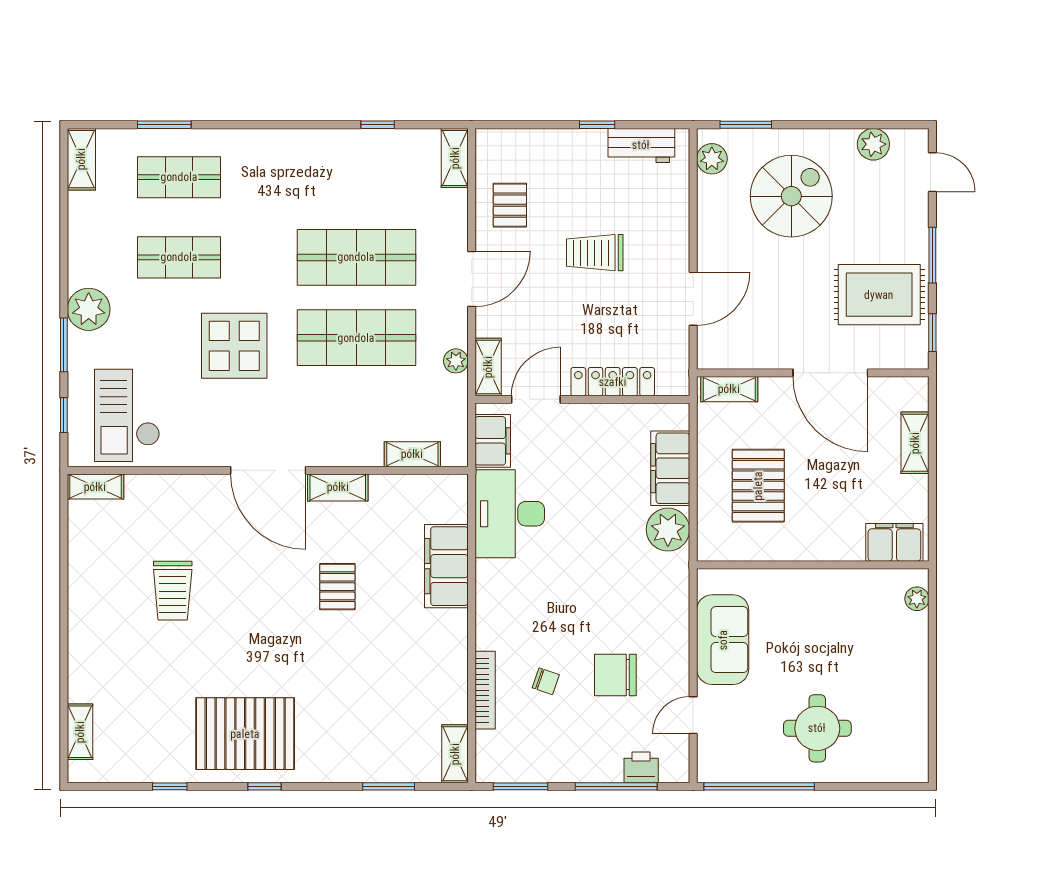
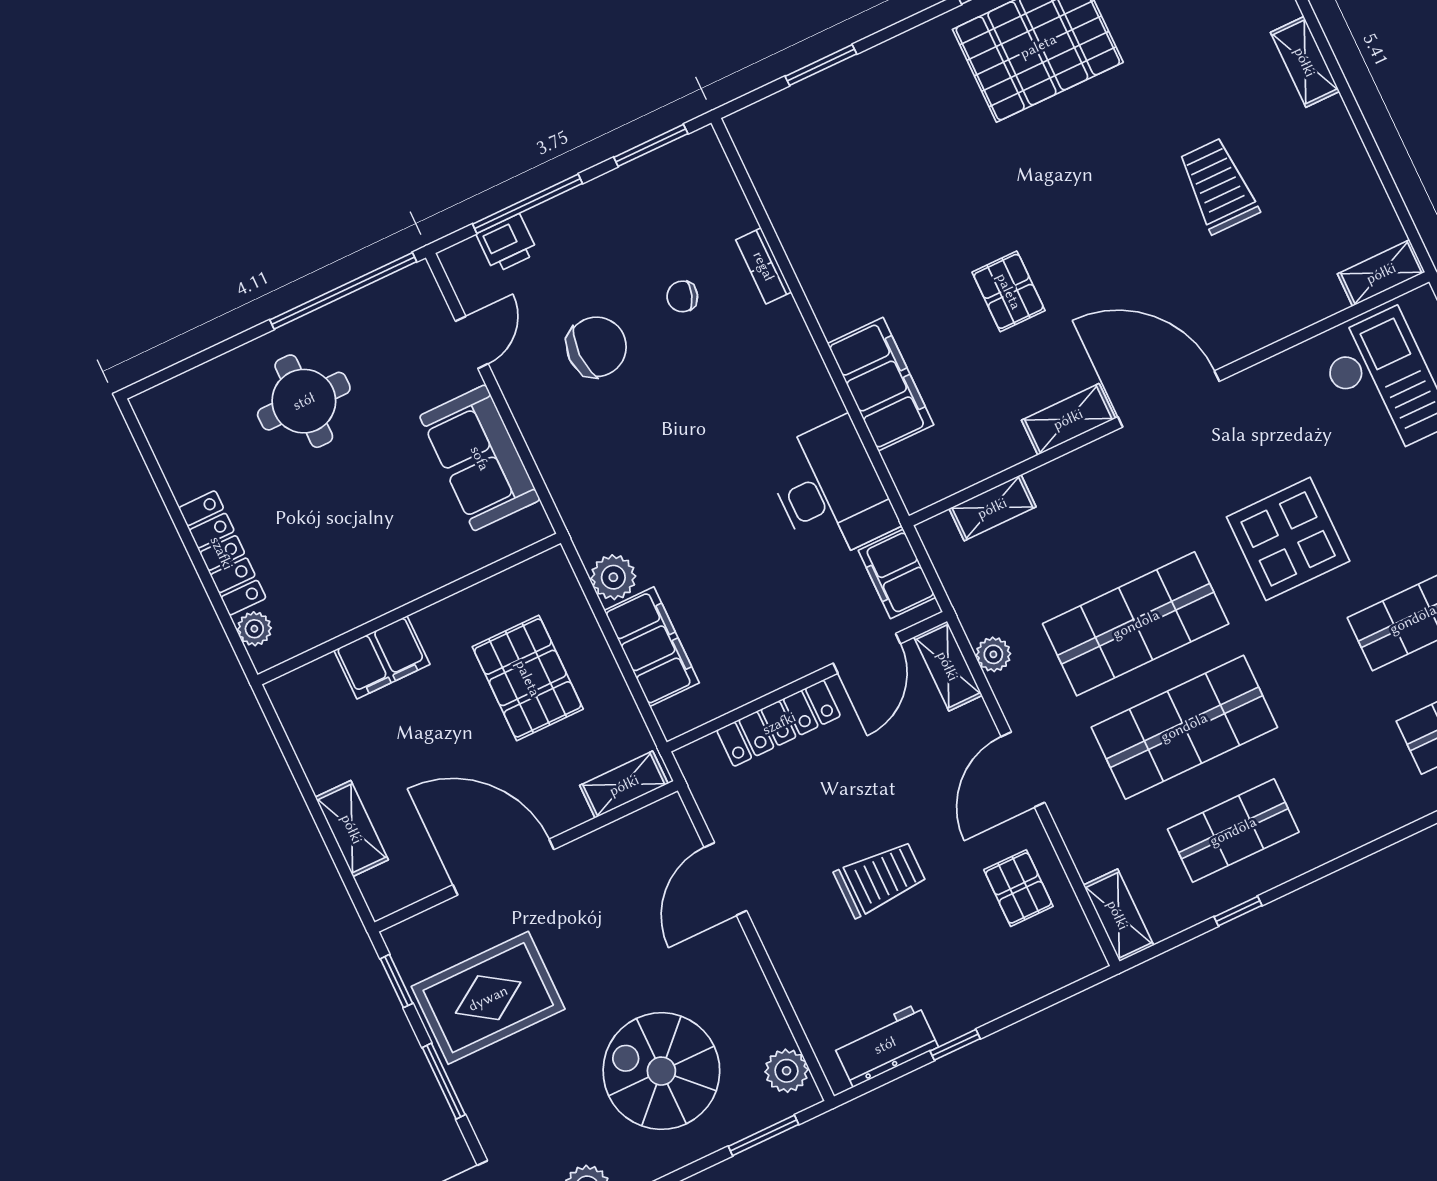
shop shelf: (356, 177) -> (1233, 831), added
spiral stairs: (791, 196) -> (661, 1071), turned 90
plant: (668, 530) -> (613, 577), width x0.73, depth x0.73
filing cabinet: (894, 542) -> (382, 657), moved
locker: (914, 656) -> (222, 553), added
bookcase: (485, 690) -> (764, 266), width x0.64
shelving: (455, 754) -> (1305, 62), moved

